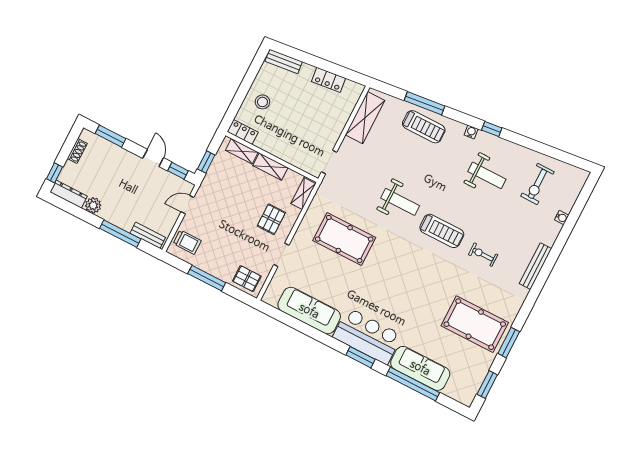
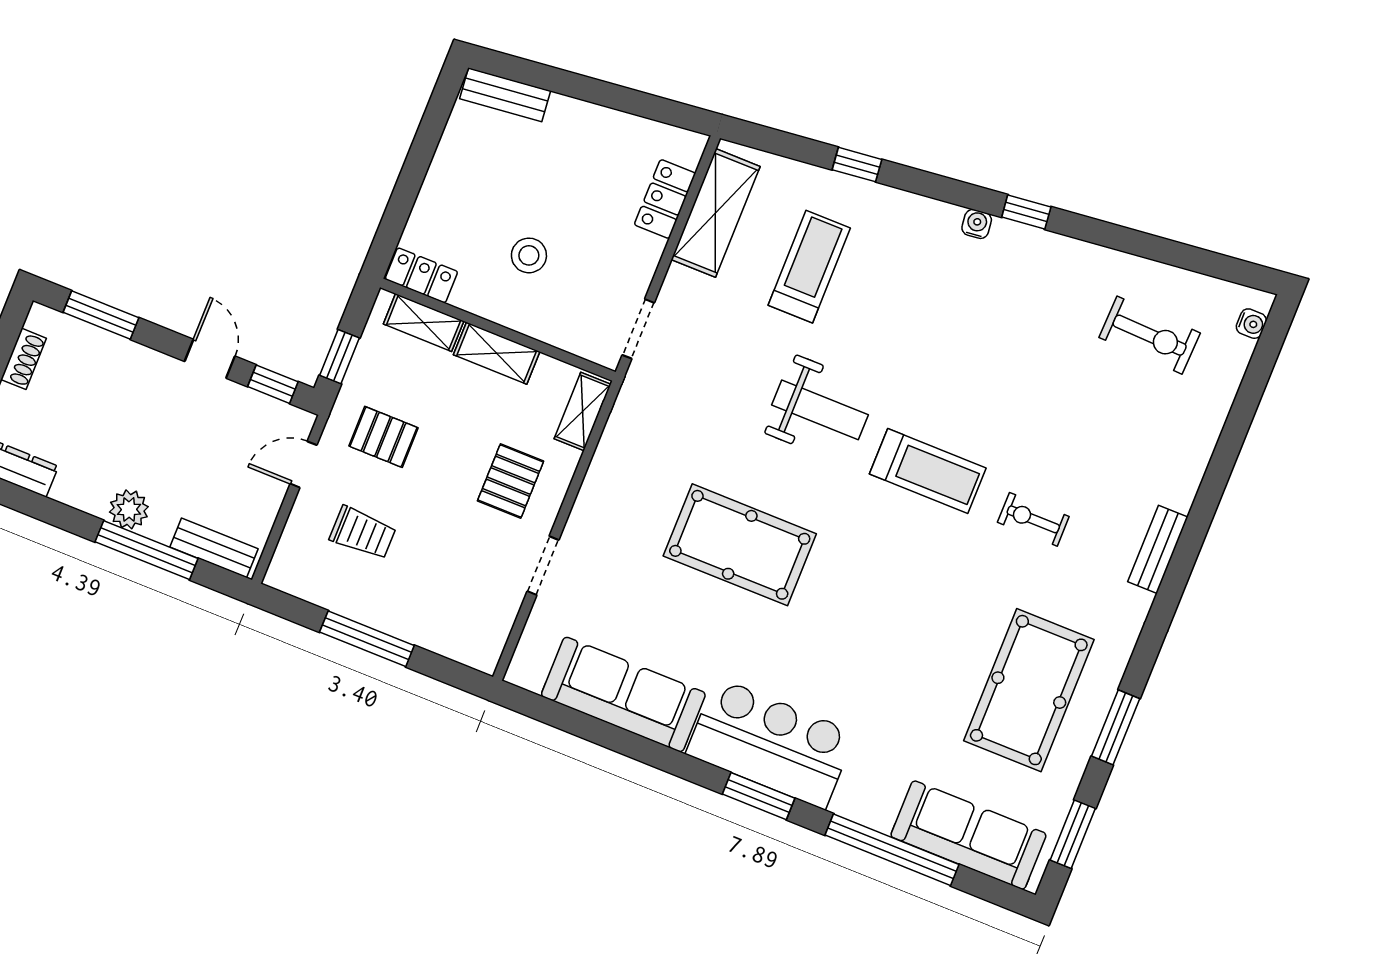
locker: (329, 80) -> (665, 199), moved, turned 96
stool: (262, 102) -> (529, 255), moved
window: (425, 103) -> (857, 165), width x0.46
treadmill: (424, 127) -> (809, 267), moved, turned -90
weight bench: (487, 175) -> (1025, 326), removed
exercise bike: (537, 184) -> (1150, 335), turned -88
plant: (93, 205) -> (129, 509), moved
water cooler: (562, 218) -> (1251, 324), moved
pool table: (344, 239) -> (740, 545), moved
trolley: (187, 242) -> (363, 533), moved
bench: (535, 266) -> (1158, 549), width x0.73
pallet: (247, 279) -> (384, 437), moved
pool table: (475, 324) -> (1029, 690), turned 90
sofa: (420, 368) -> (968, 835), moved

